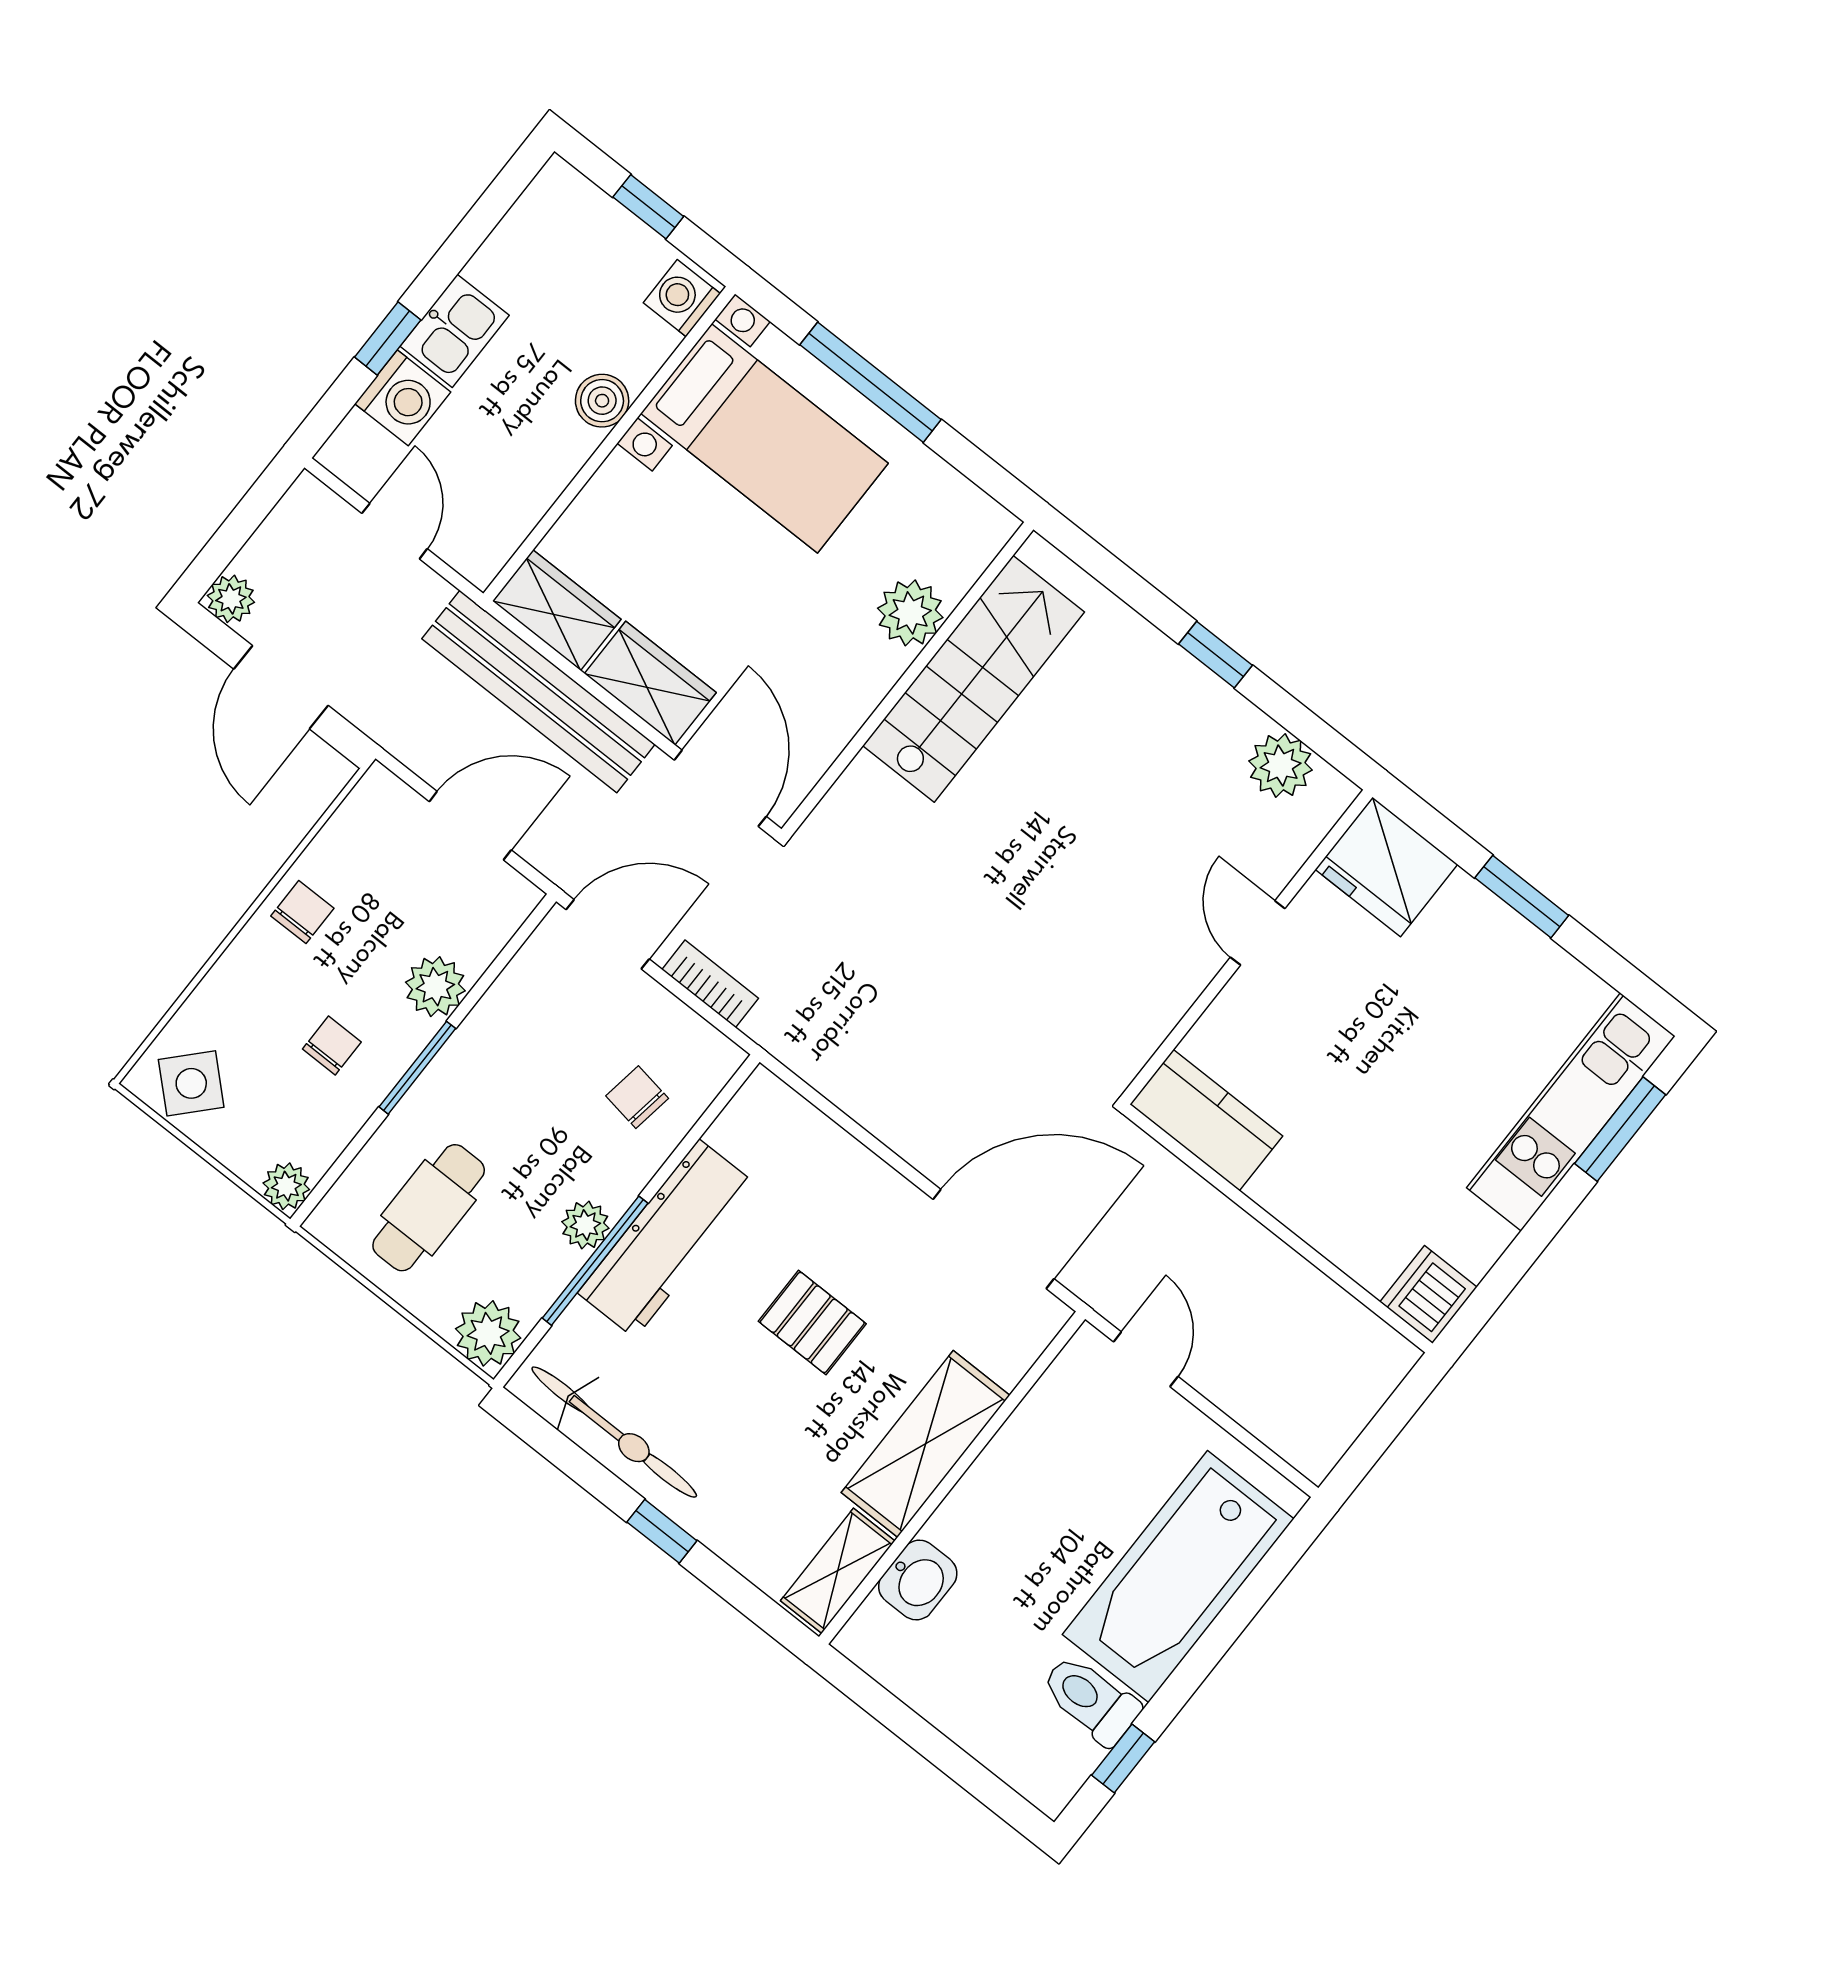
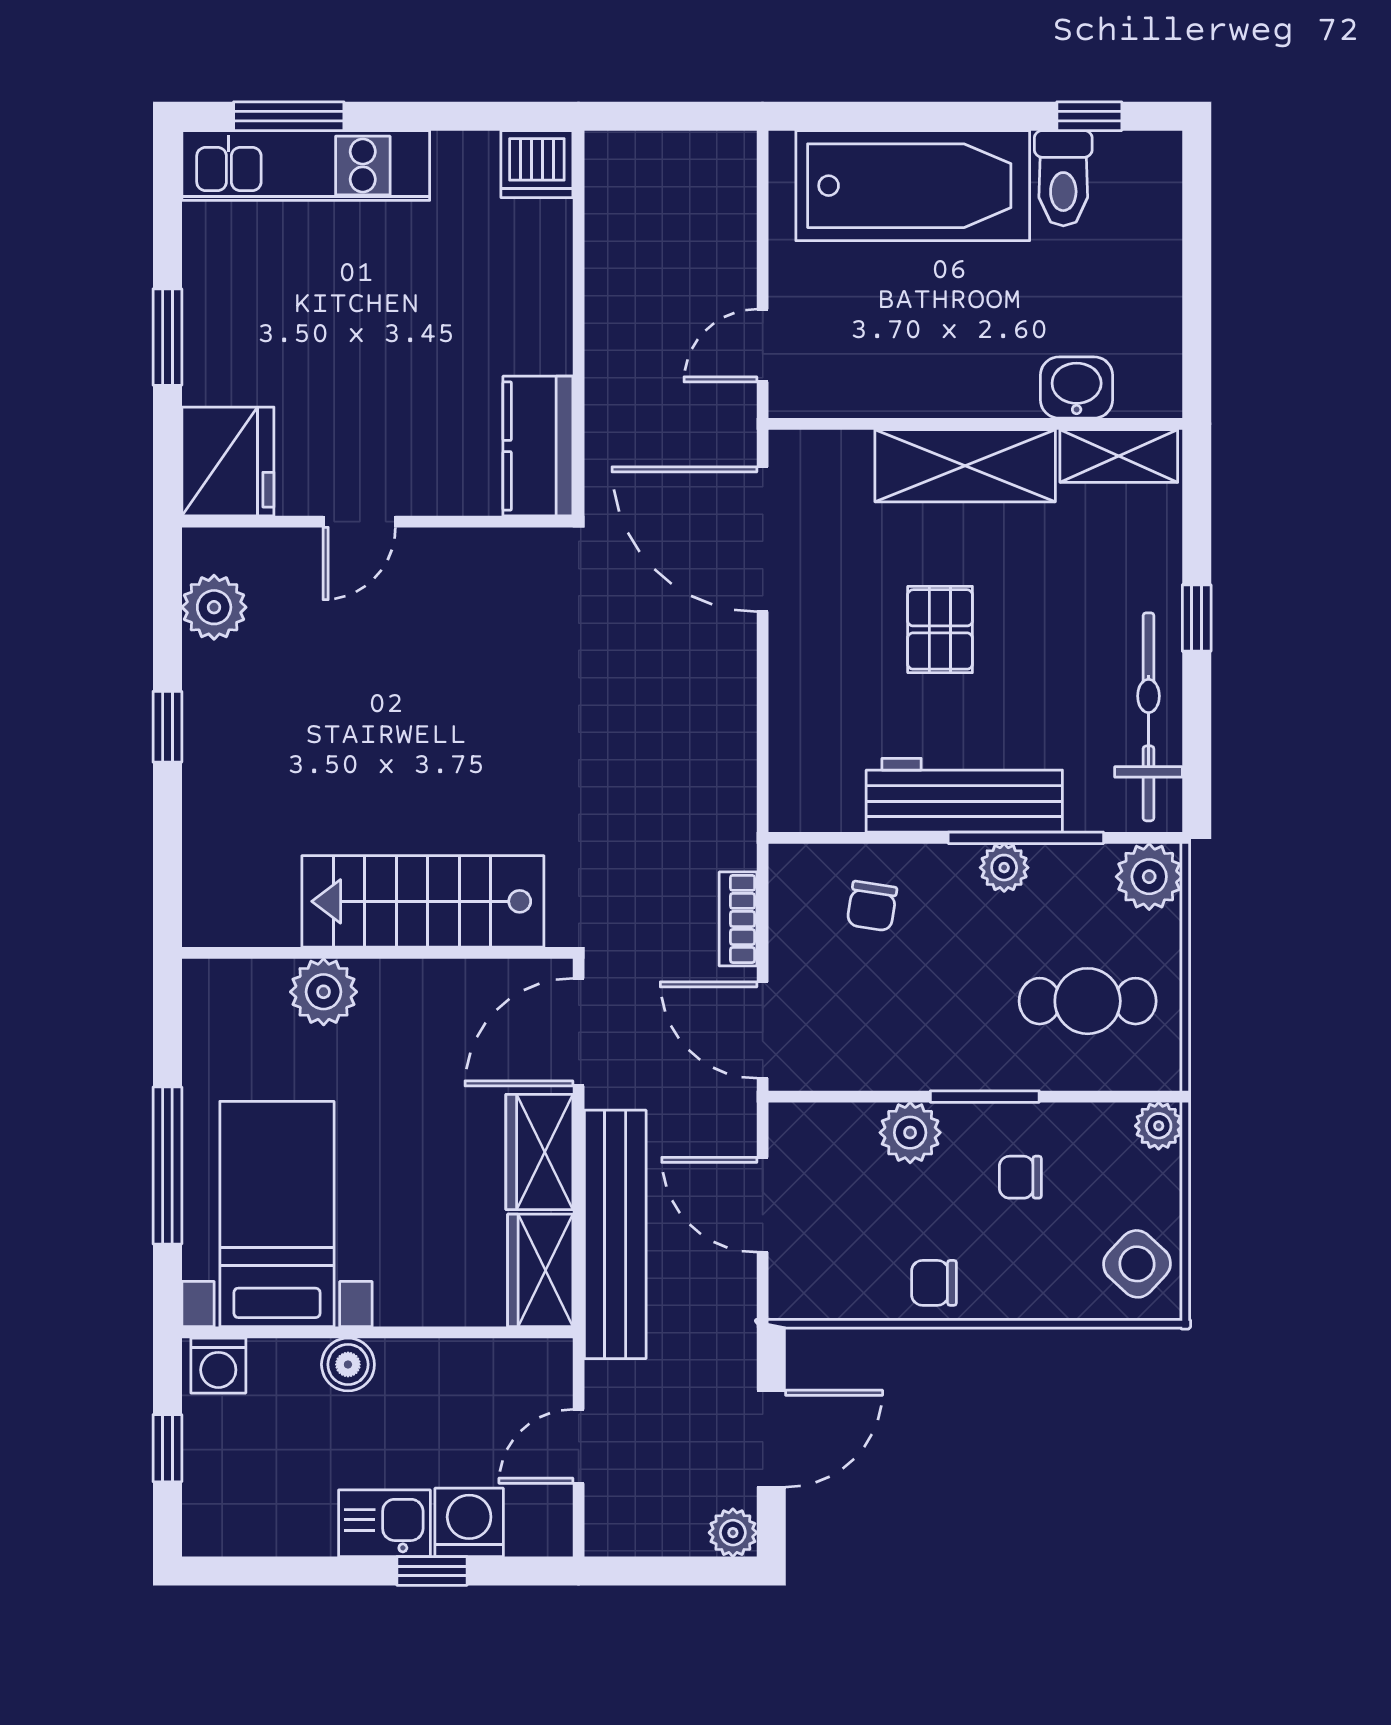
stairs: (974, 679) -> (423, 901), moved

